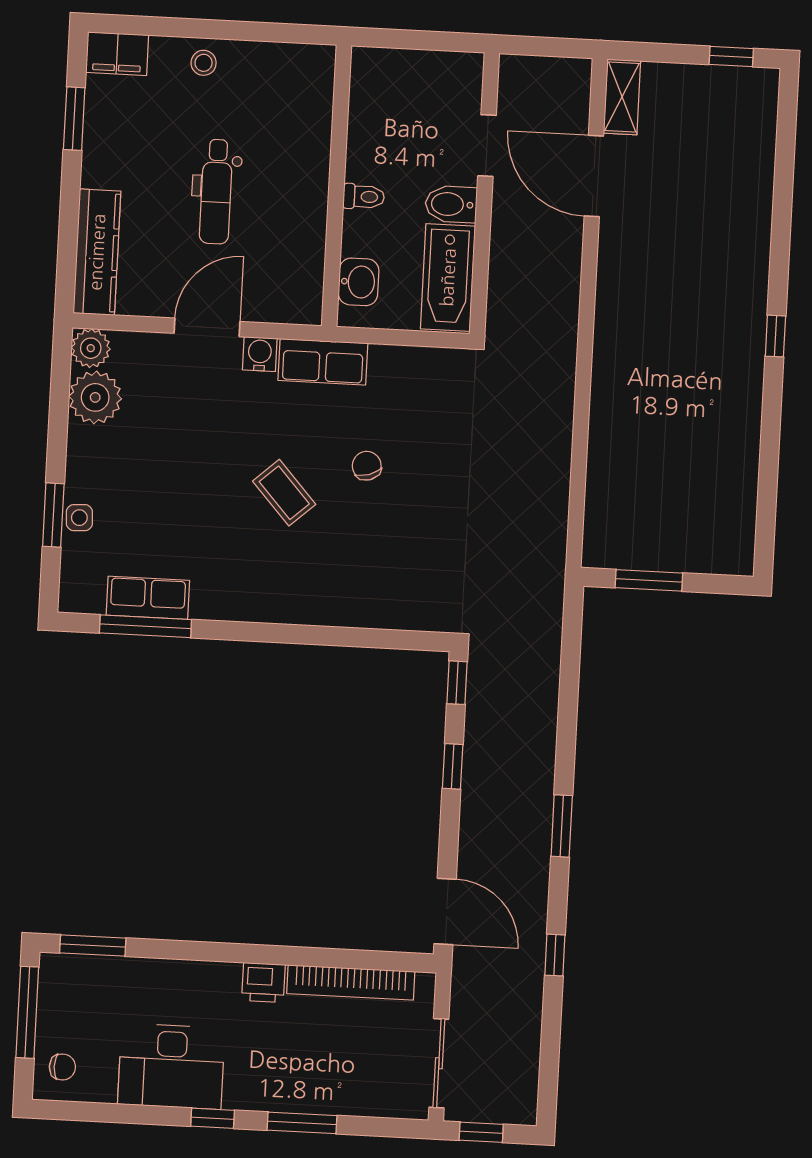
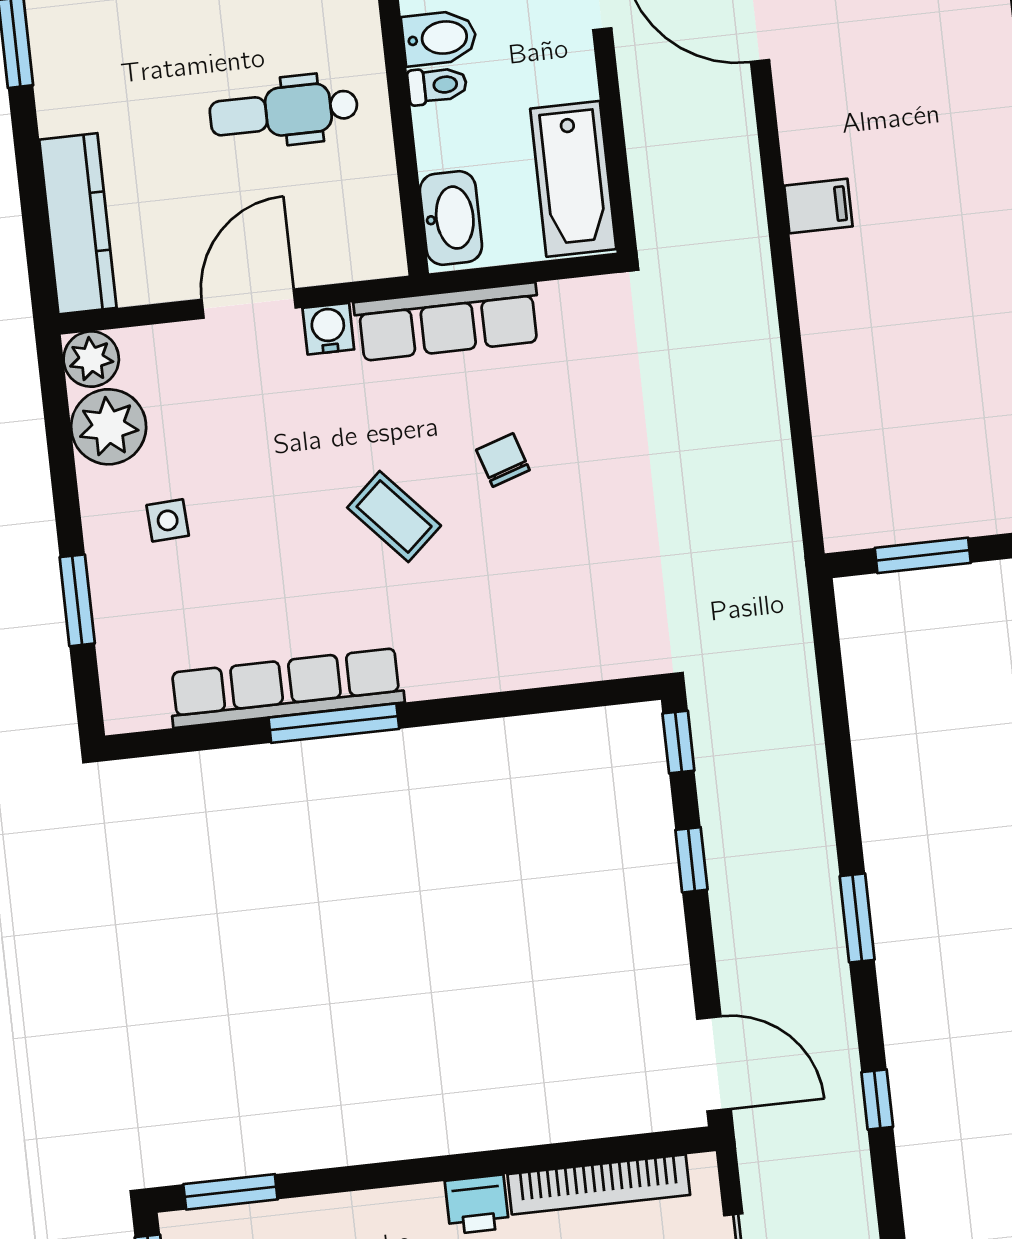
dental chair: (216, 192) -> (284, 111), moved, turned 90
bidet: (451, 204) -> (439, 38), moved, turned 180
washbasin: (359, 282) -> (451, 218), width x1.38
filing cabinet: (616, 324) -> (818, 206), added
row of seats: (323, 362) -> (448, 322), width x1.48
side table: (79, 518) -> (168, 520), moved
row of seats: (148, 598) -> (286, 688), width x2.02
window: (145, 626) -> (334, 723), moved

